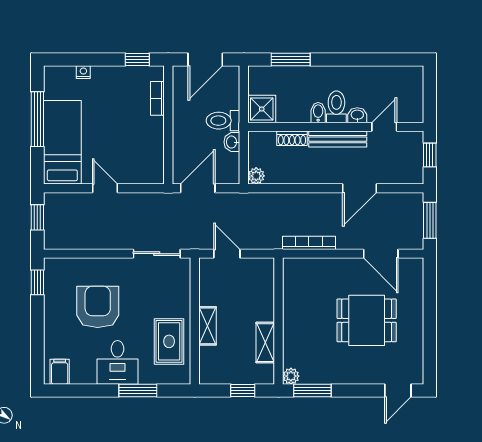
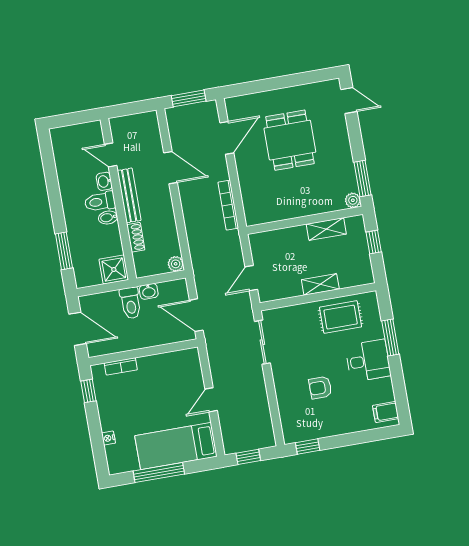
window: (430, 155) -> (129, 109), removed
armchair: (98, 307) -> (320, 388), width x0.53, depth x0.53

